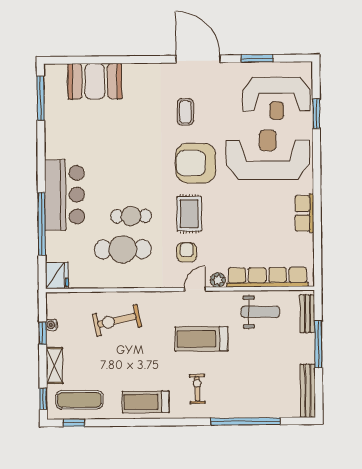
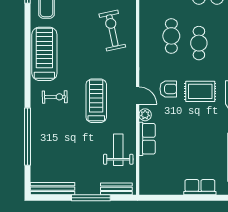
cafe table: (123, 249) -> (171, 36), width x0.73, depth x0.74
row of seats: (267, 277) -> (147, 139), width x0.50
weight bench: (260, 312) -> (118, 150), turned 180
treadmill: (146, 402) -> (44, 54), width x1.37, depth x1.38

